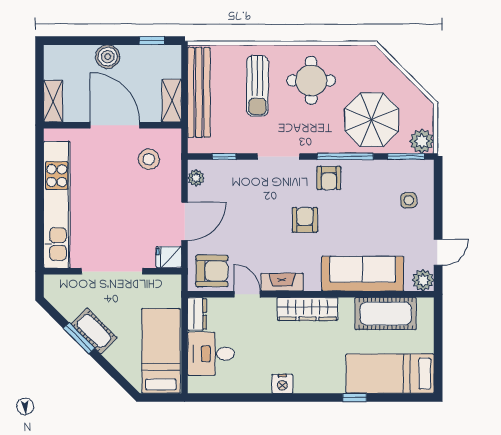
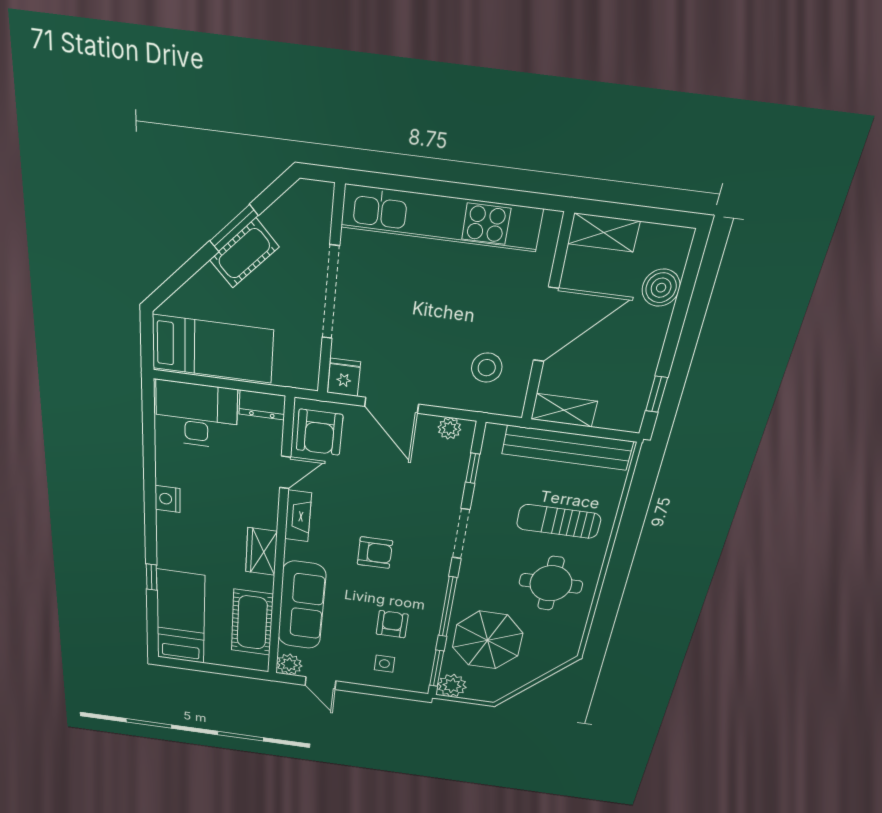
boiler: (108, 57) -> (661, 288), moved
armchair: (329, 178) -> (392, 624), moved, turned 90
wardrobe: (308, 309) -> (261, 552), width x0.67
desk: (211, 354) -> (197, 415), width x1.37

